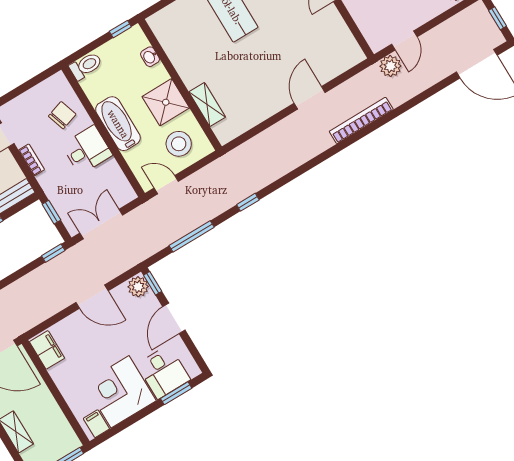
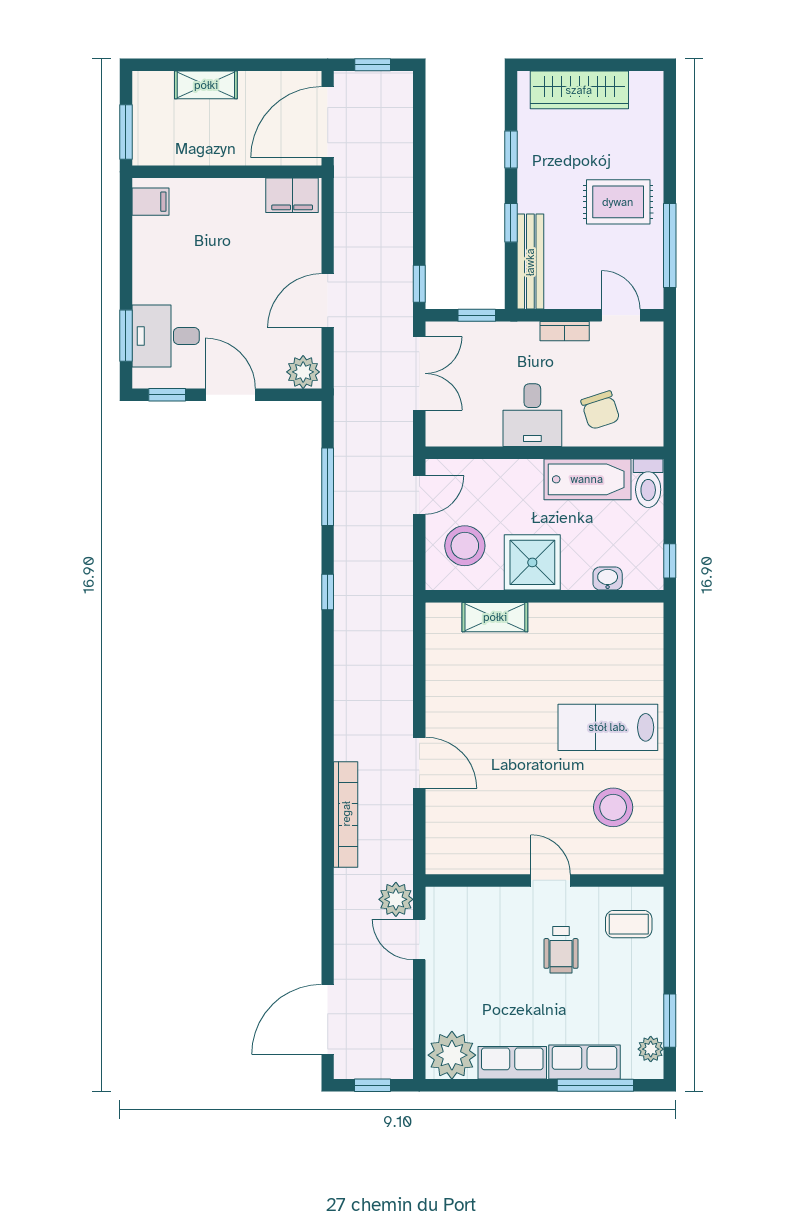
bathtub: (118, 124) -> (587, 479), moved
window: (153, 283) -> (167, 395), moved
corner desk: (120, 392) -> (174, 260), removed

